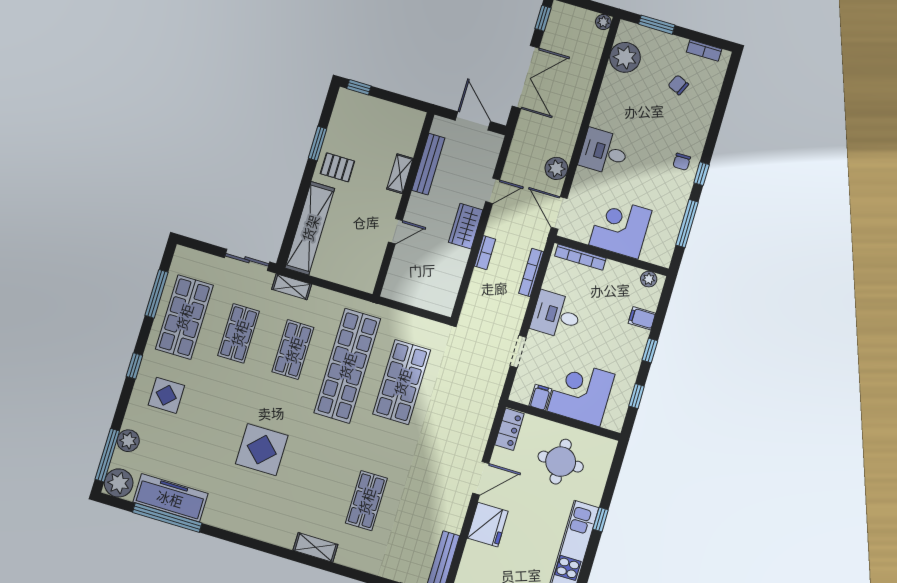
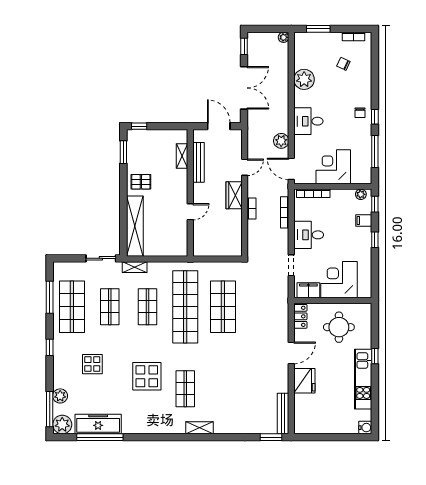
plant: (625, 57) -> (304, 79), moved
window: (317, 144) -> (123, 152), moved
shelving: (400, 174) -> (182, 156), moved
display table: (166, 395) -> (92, 364), moved
window: (637, 396) -> (375, 204), moved
filing cabinet: (540, 397) -> (308, 290), width x2.00
shop shelf: (366, 501) -> (185, 389), moved

